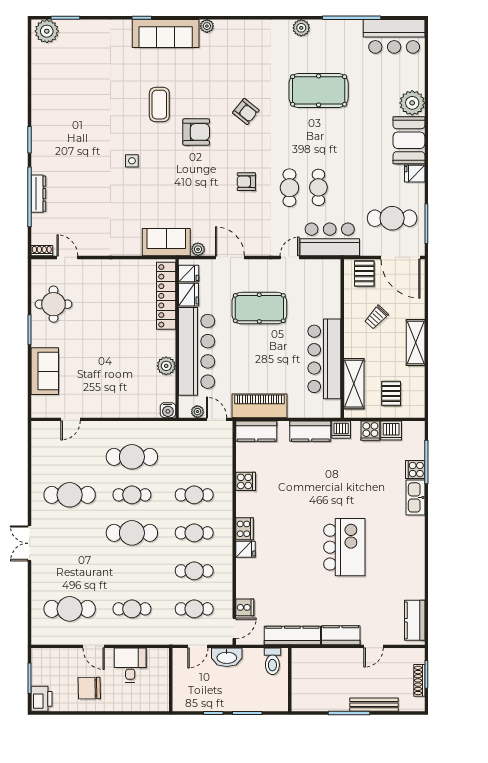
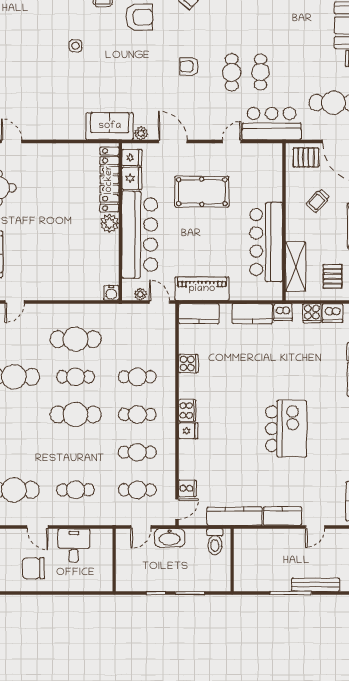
pallet: (364, 274) -> (306, 157), turned 90
plant: (166, 366) -> (110, 223), moved

